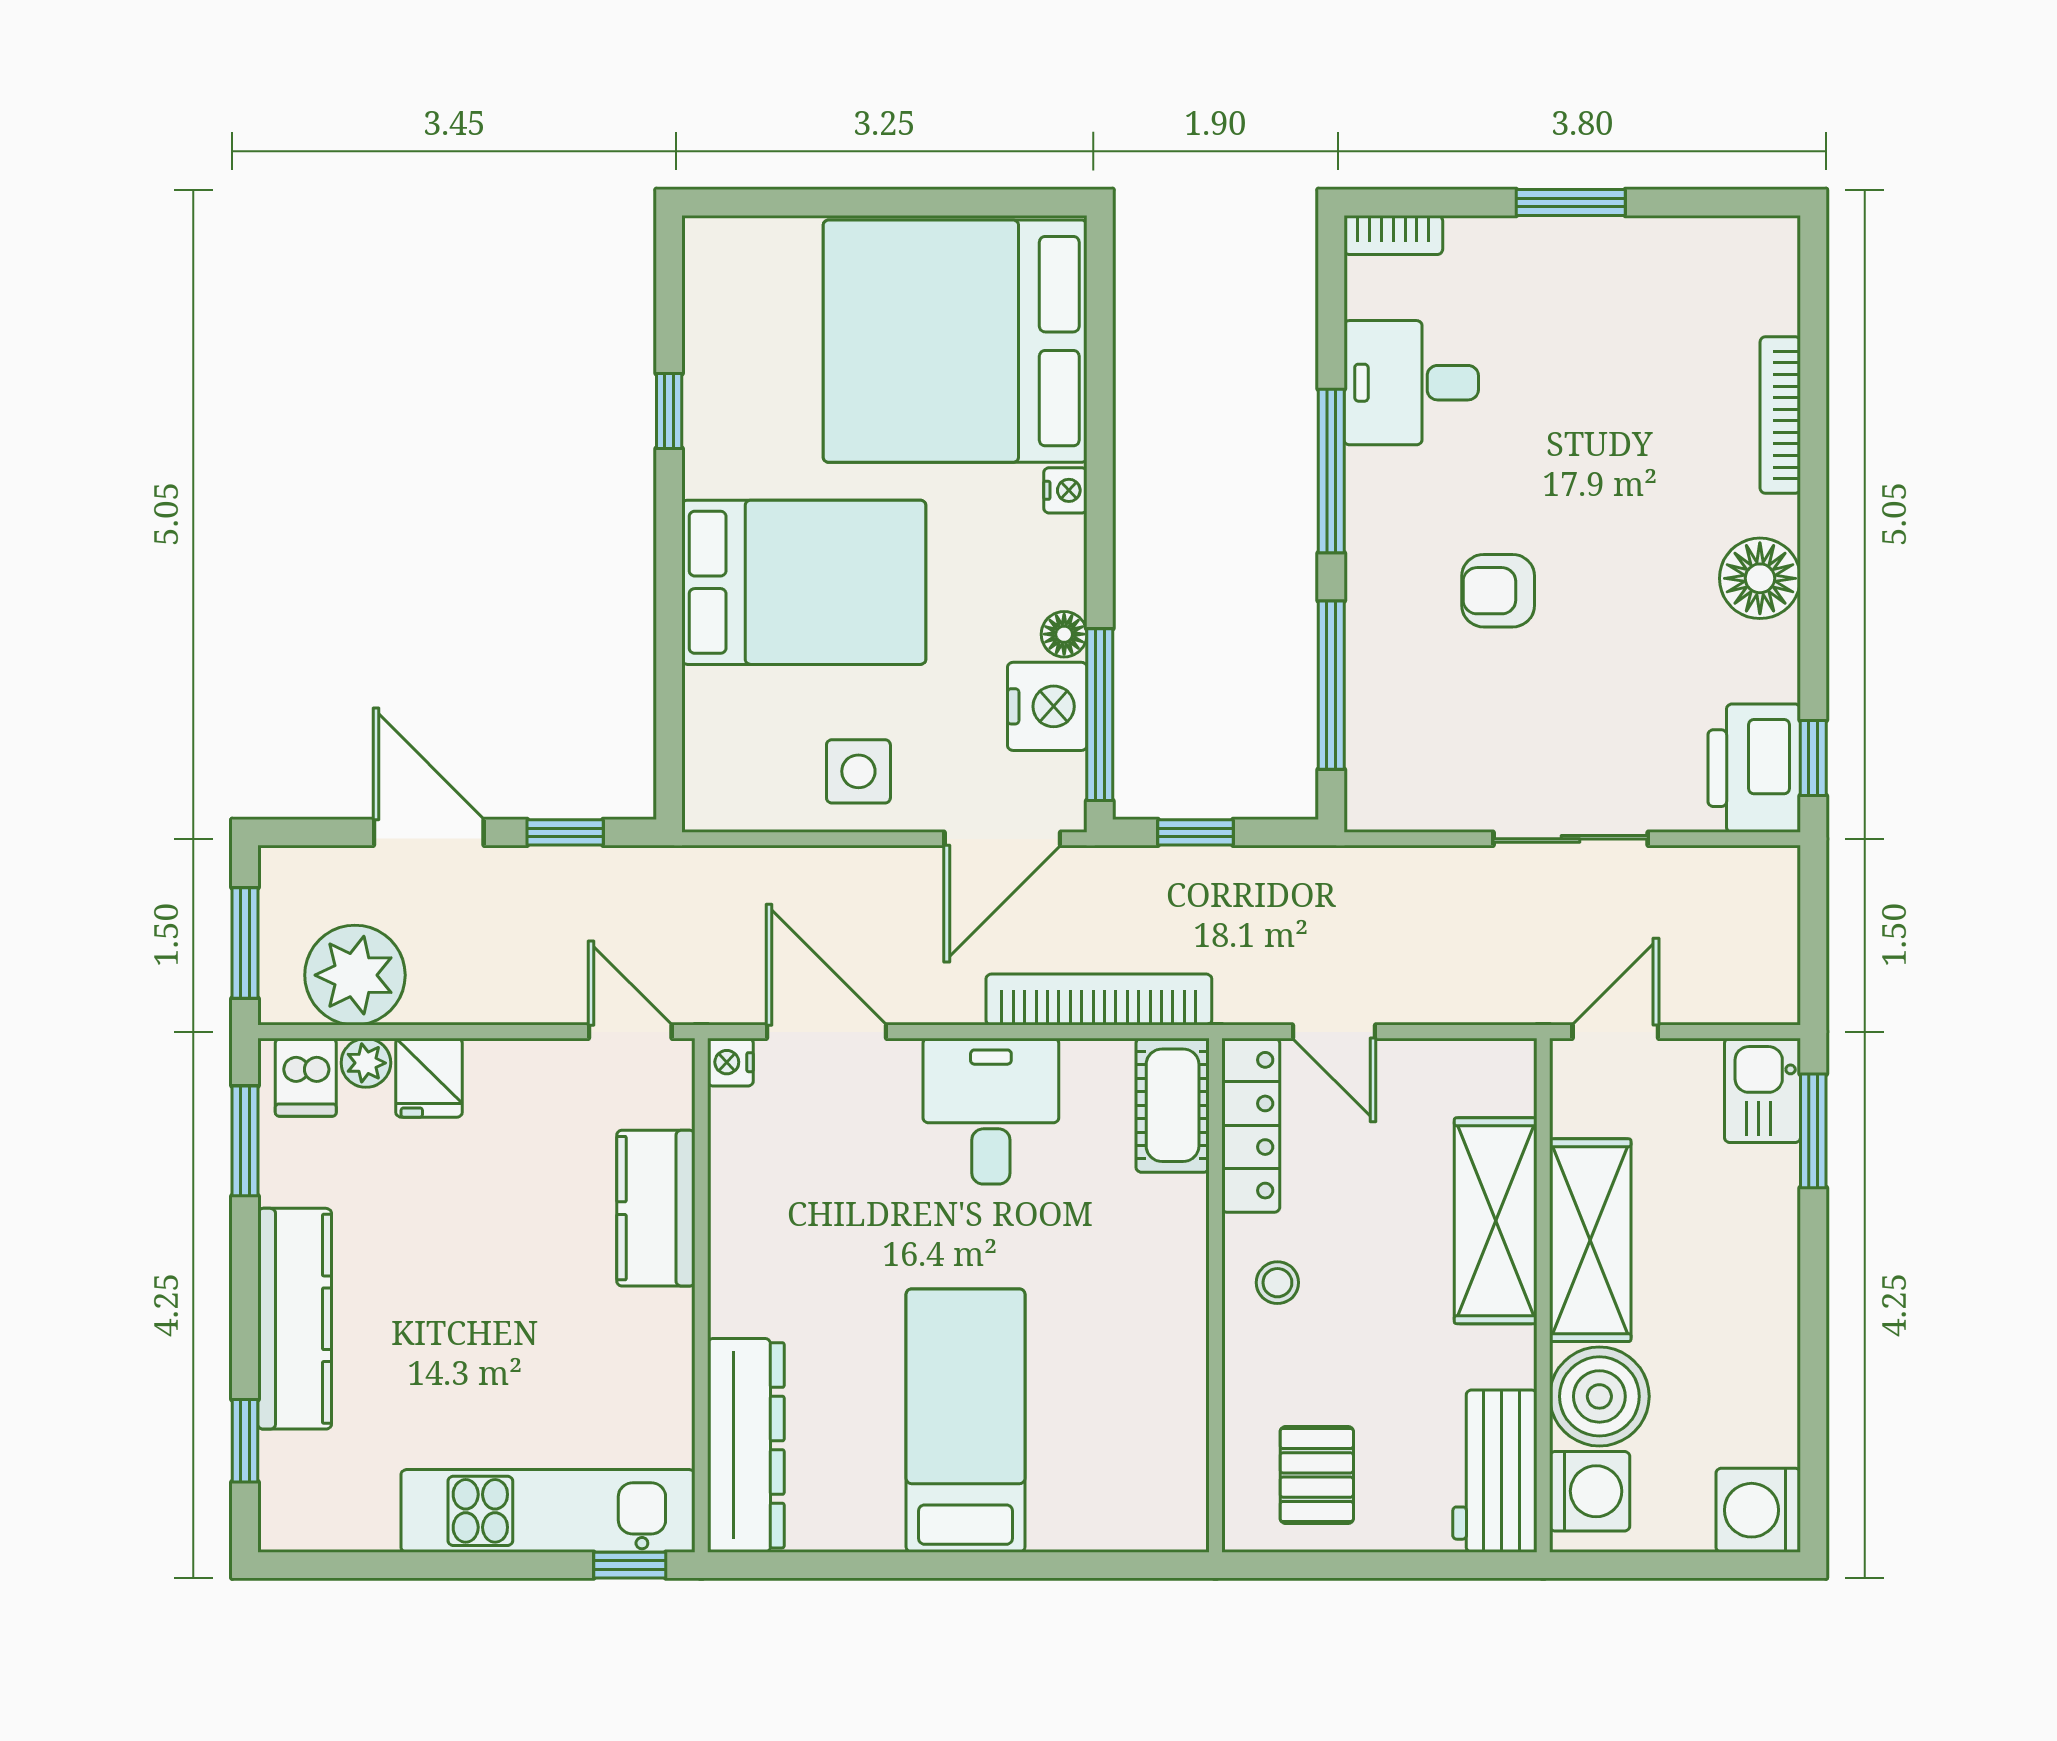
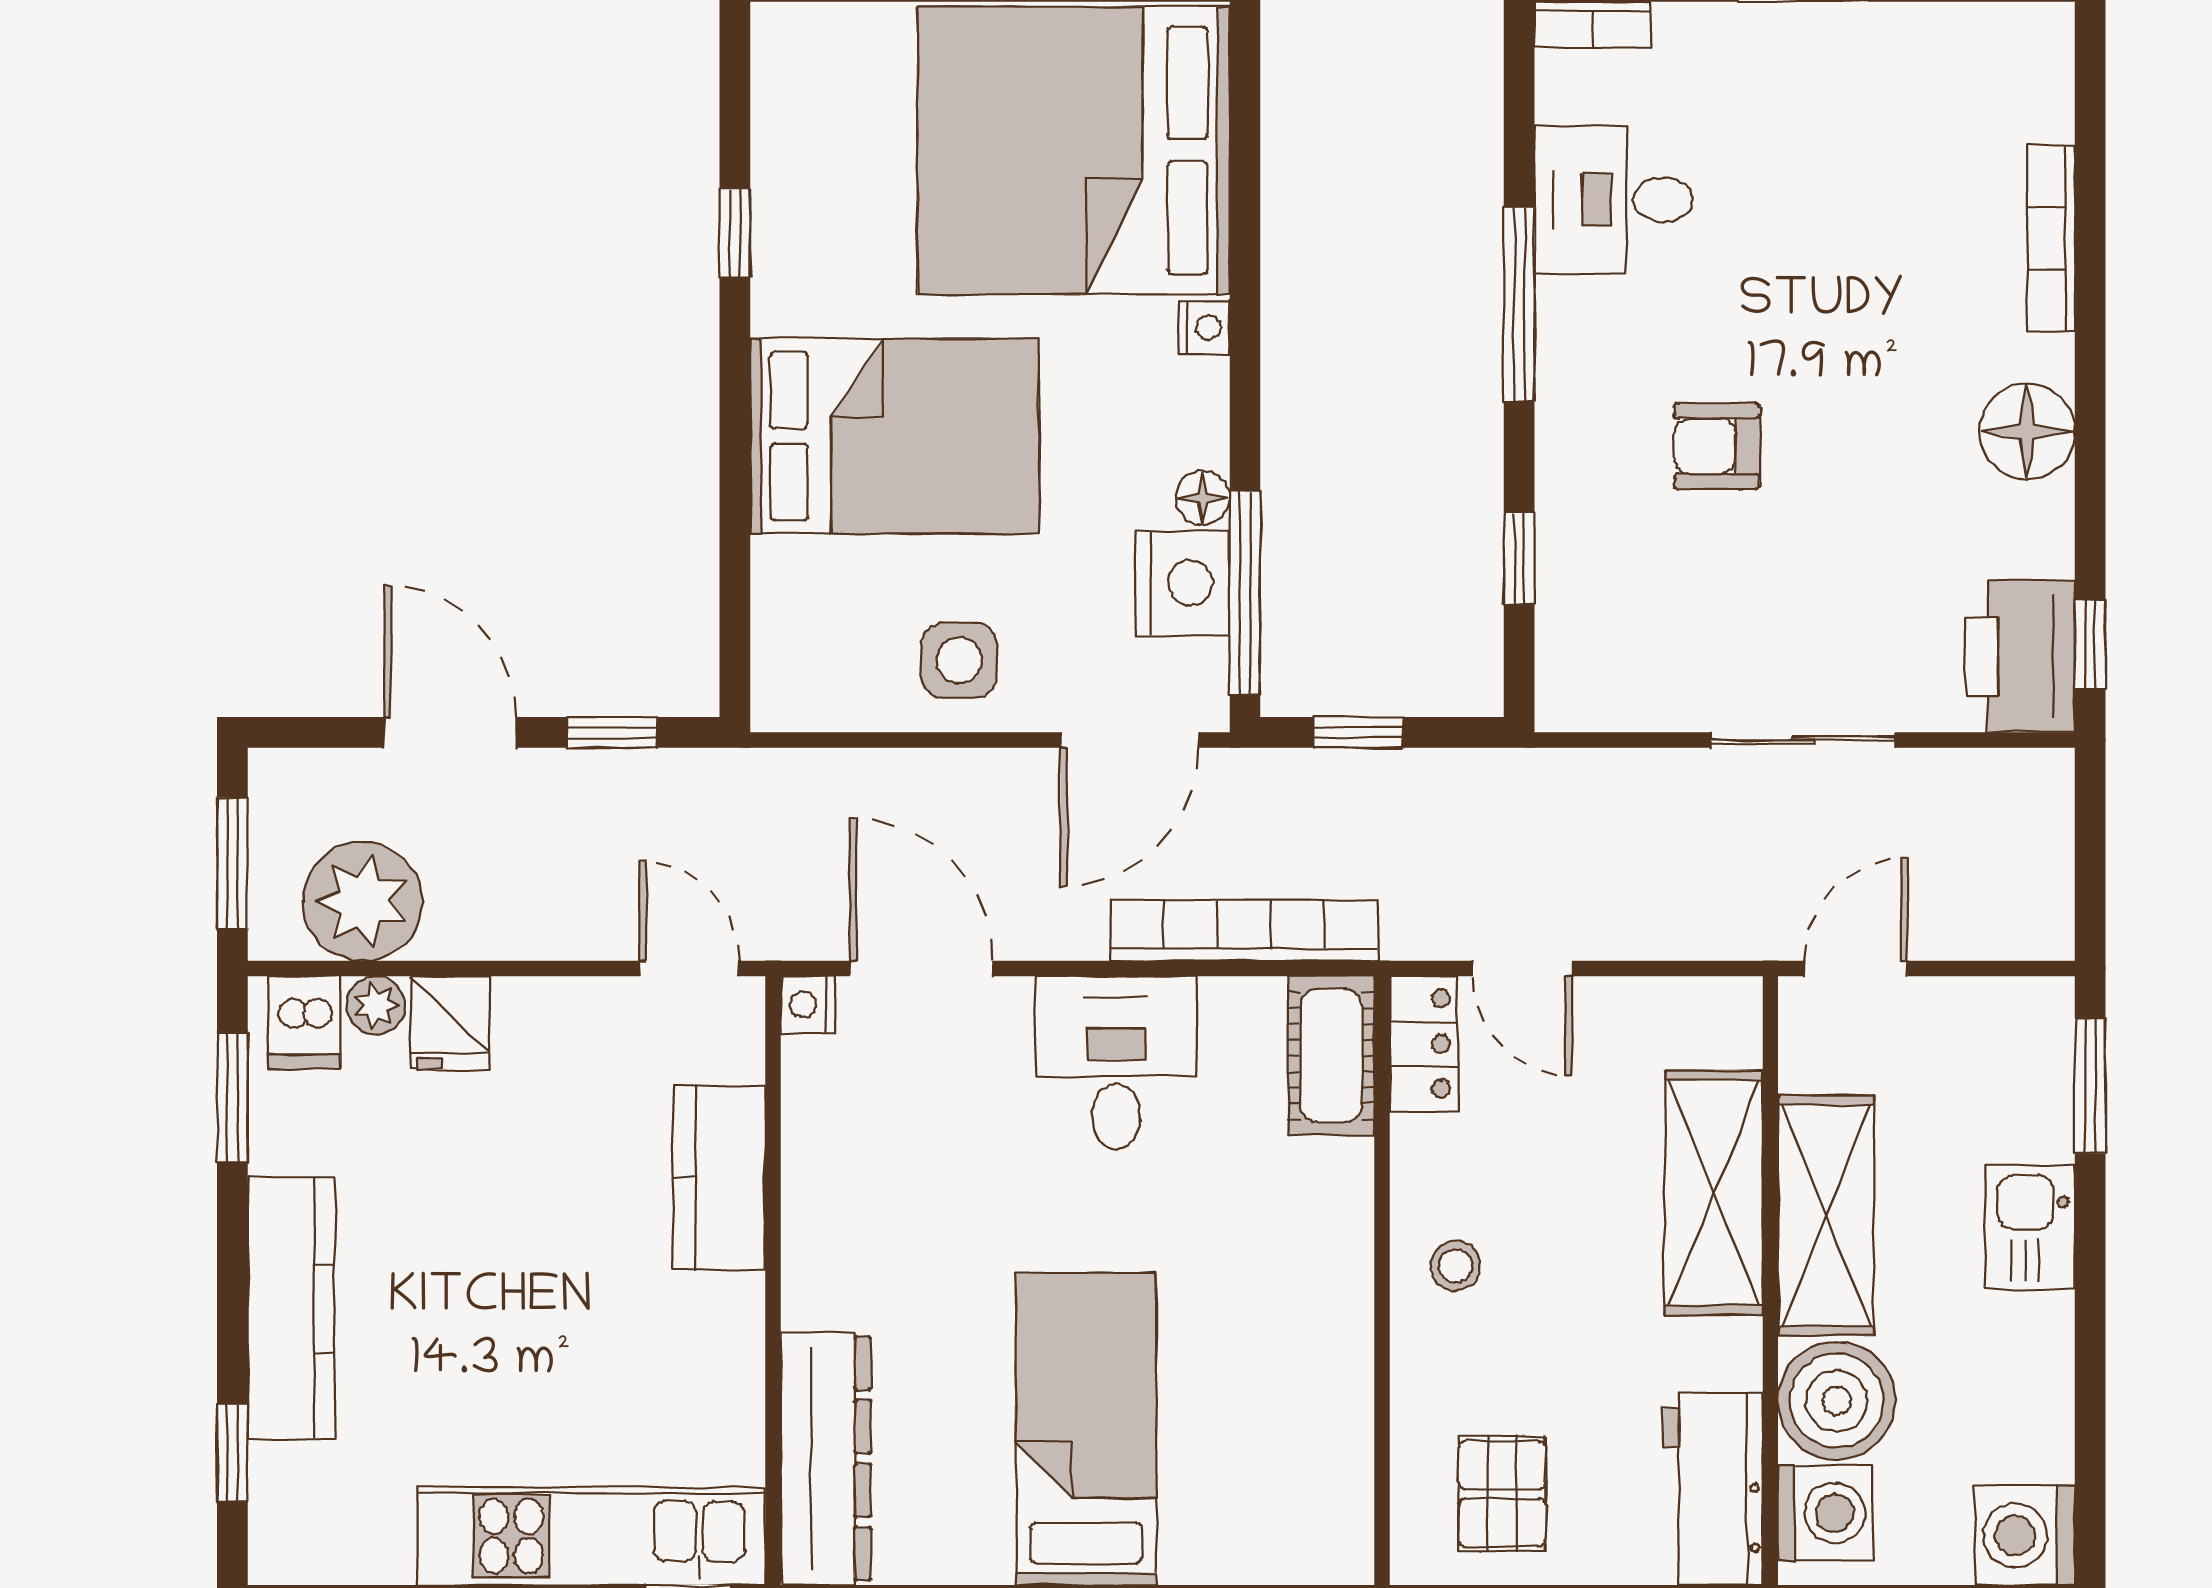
window: (1331, 685) -> (1519, 558), width x0.46
kitchen sink: (1762, 1090) -> (2030, 1227), moved
locker: (1251, 1125) -> (1424, 1044), width x0.66

